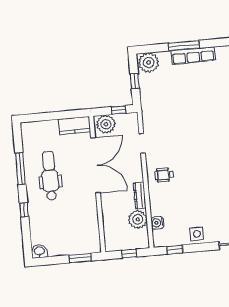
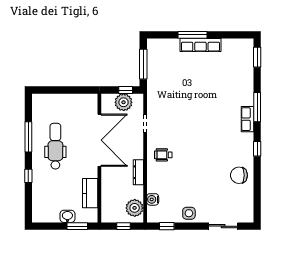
plant: (149, 62) -> (158, 48), removed
window: (135, 81) -> (143, 64), width x2.17
plant: (106, 124) -> (124, 102), moved
kitchen counter: (74, 126) -> (90, 193), moved, turned 90
plant: (138, 219) -> (135, 208), moved
washbasin: (39, 251) -> (67, 216), moved

